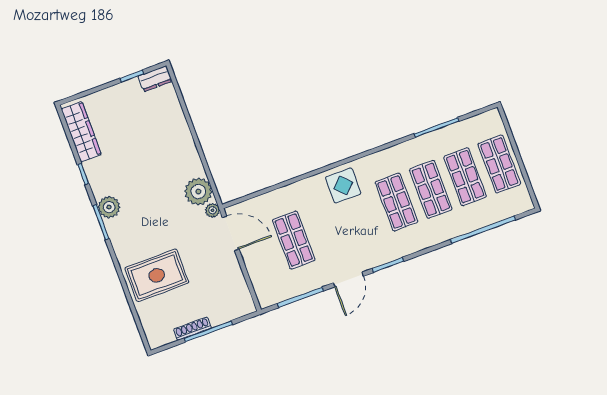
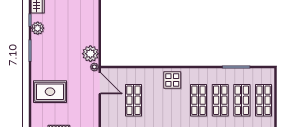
plant: (109, 207) -> (38, 28), moved

